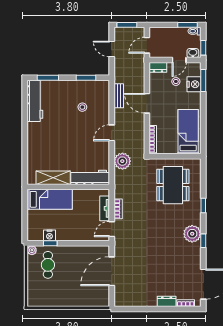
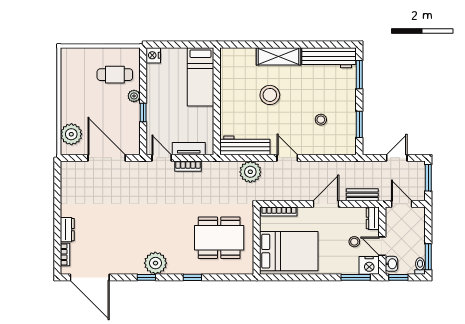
nightstand: (194, 84) -> (369, 265), moved
bench: (119, 96) -> (362, 195), moved
bed: (188, 132) -> (289, 251), width x1.50
stool: (63, 146) -> (270, 95), added
workbench: (90, 177) -> (245, 145), moved, turned -90
shelving: (53, 178) -> (279, 56), moved, turned 90
nightstand: (49, 235) -> (153, 55), moved
window: (50, 243) -> (143, 113), moved
plant: (32, 250) -> (134, 96), moved
plant: (94, 298) -> (71, 134), added

